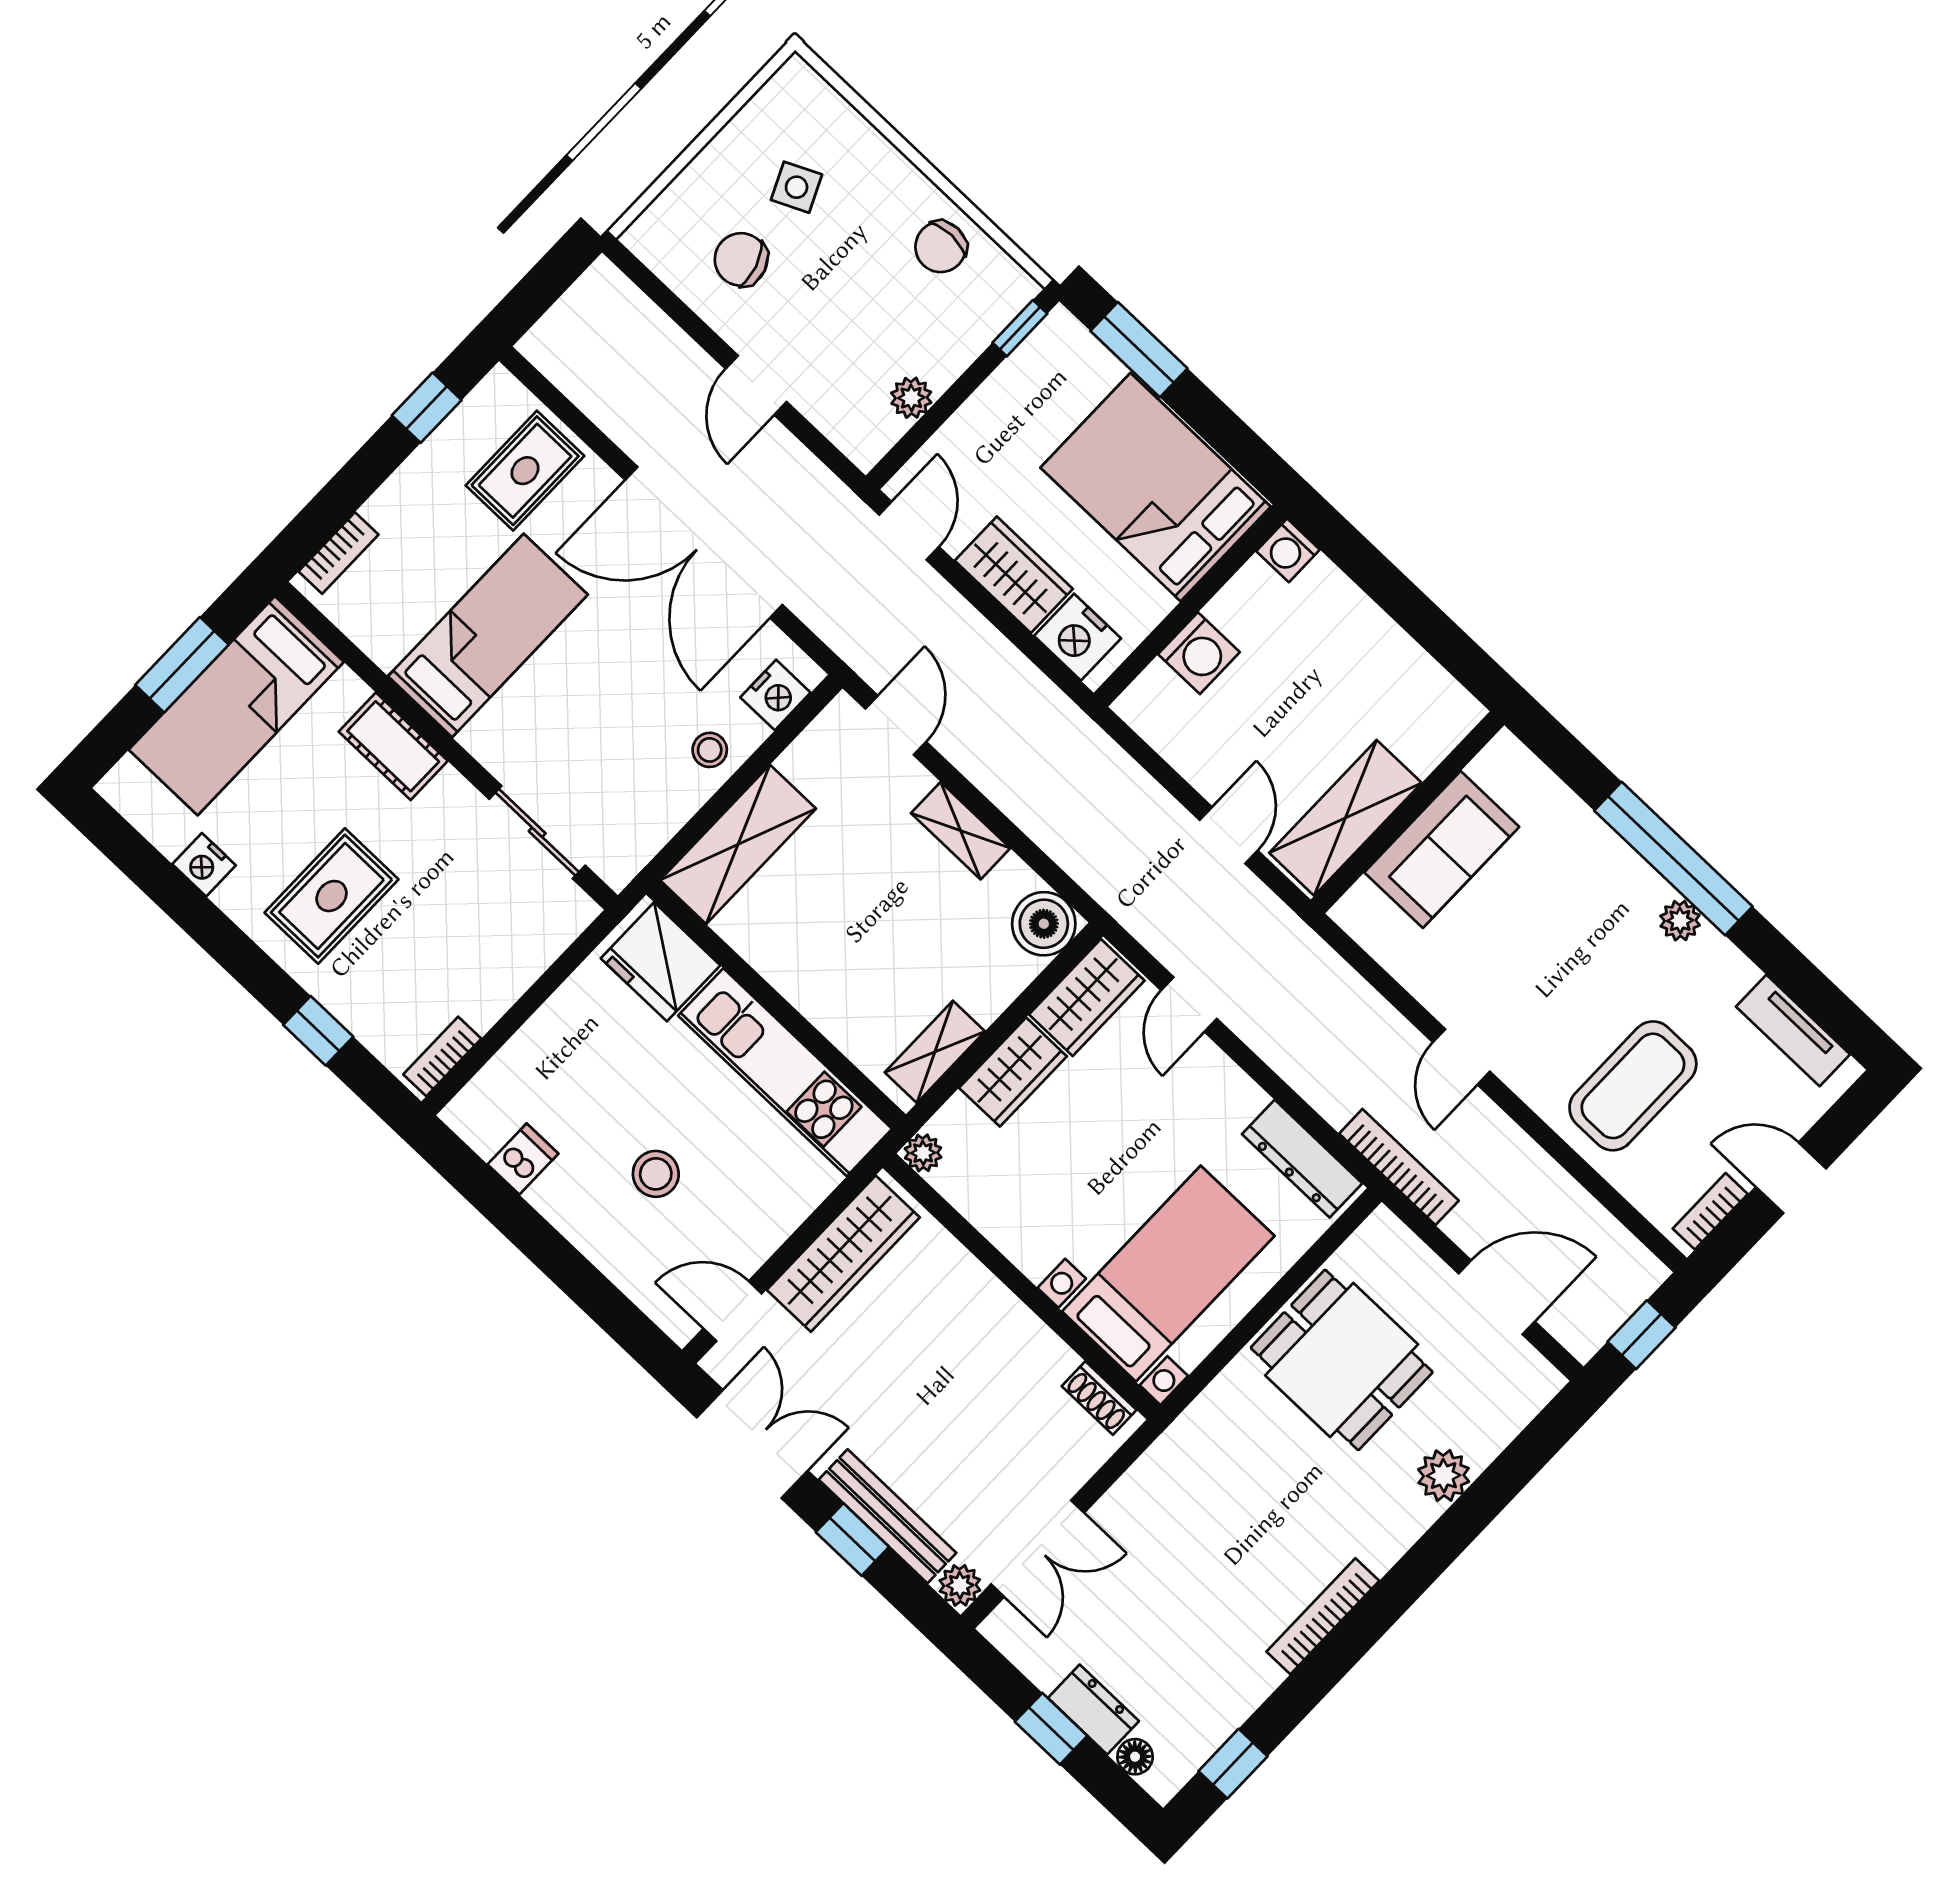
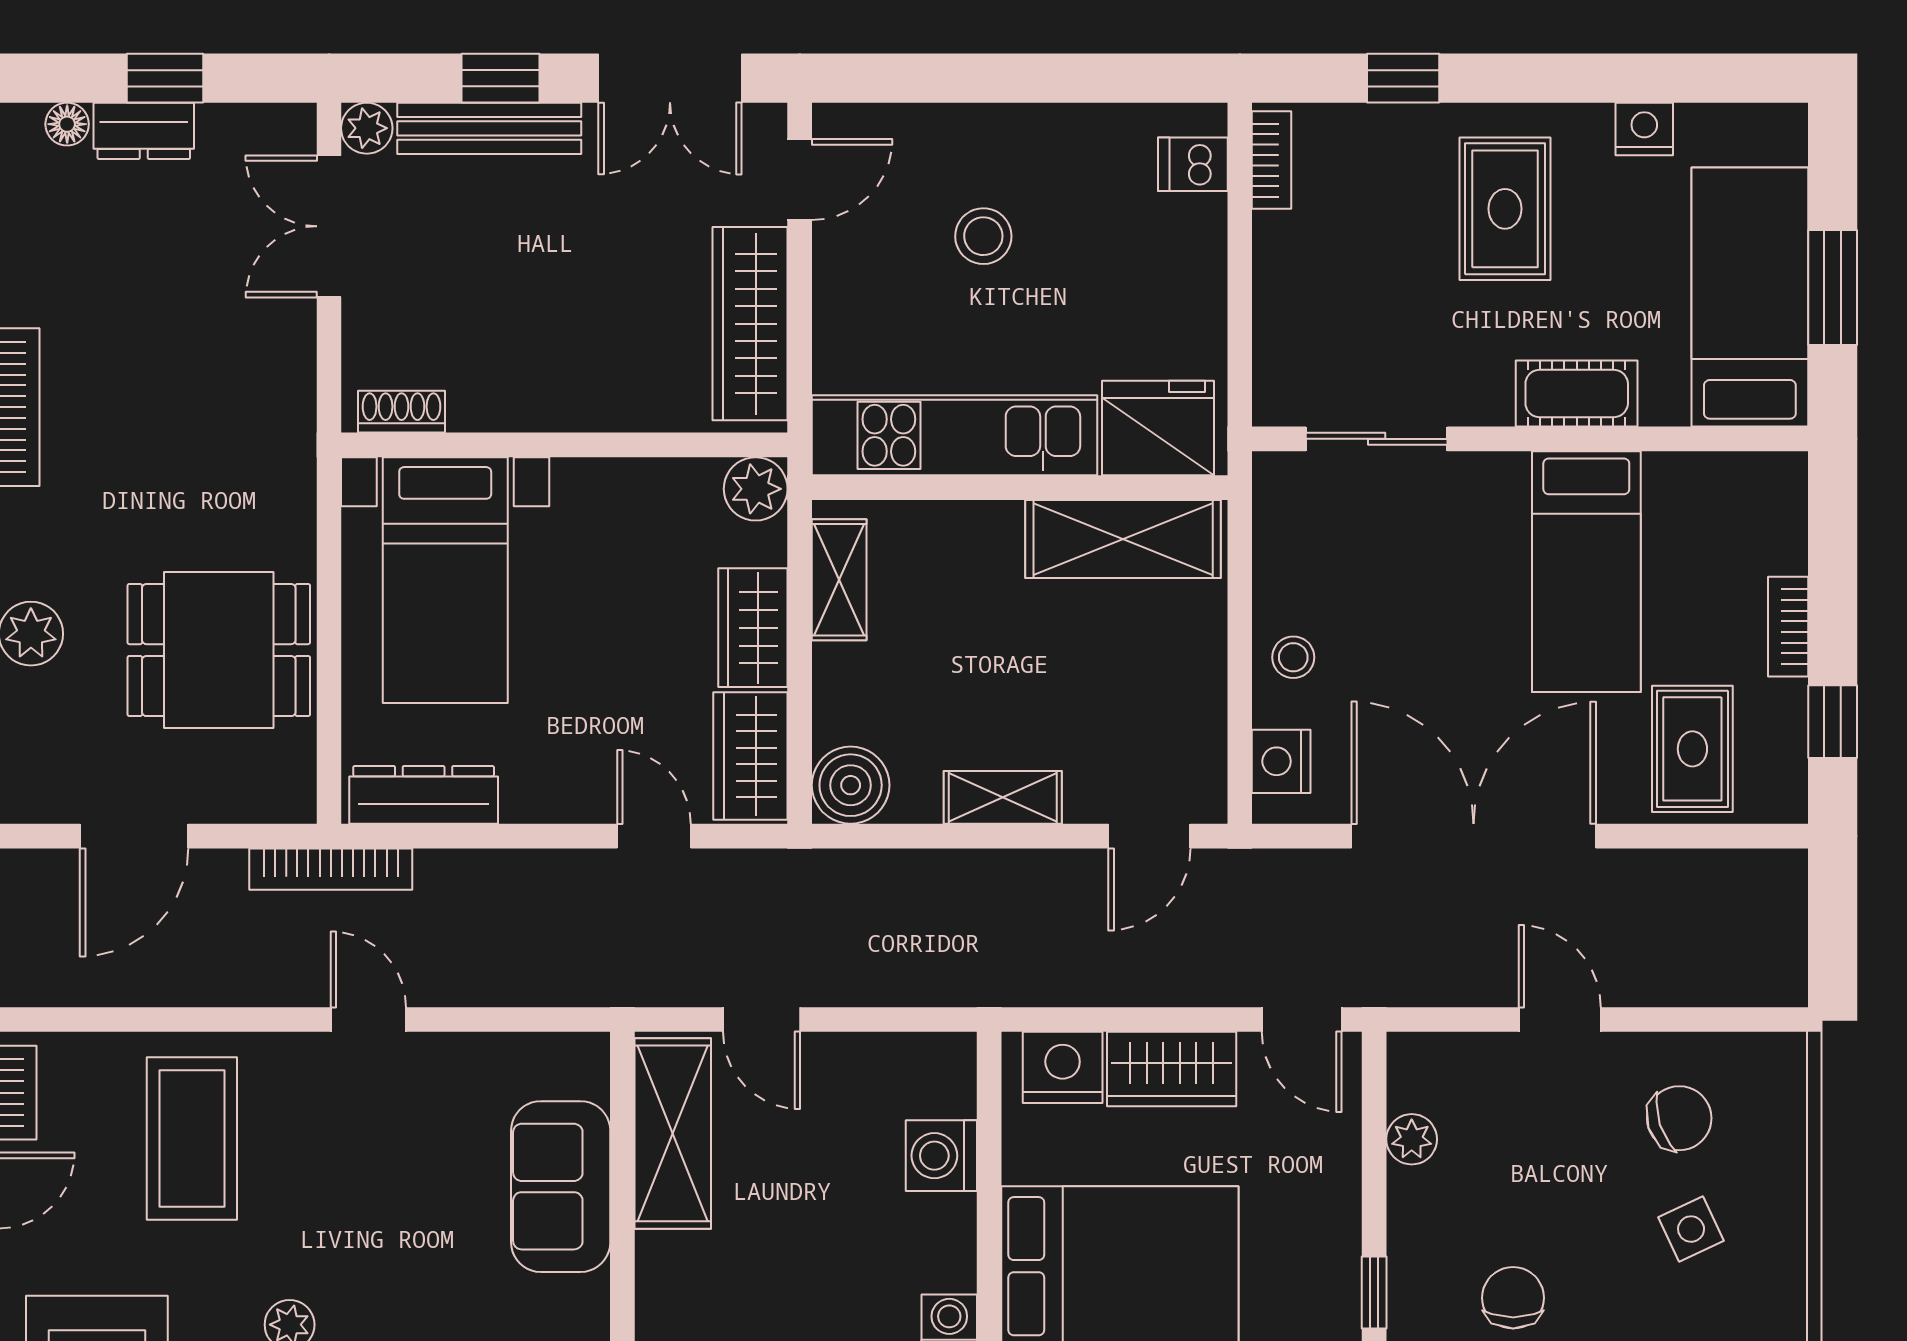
bookcase: (338, 553) -> (1788, 627), moved
door: (896, 725) -> (1149, 836), hinge flipped
shelving: (738, 844) -> (1123, 539), moved, turned 90
plant: (923, 1153) -> (756, 489), width x1.38, depth x1.38
dishwasher: (523, 1159) -> (1193, 164), moved, turned 90

